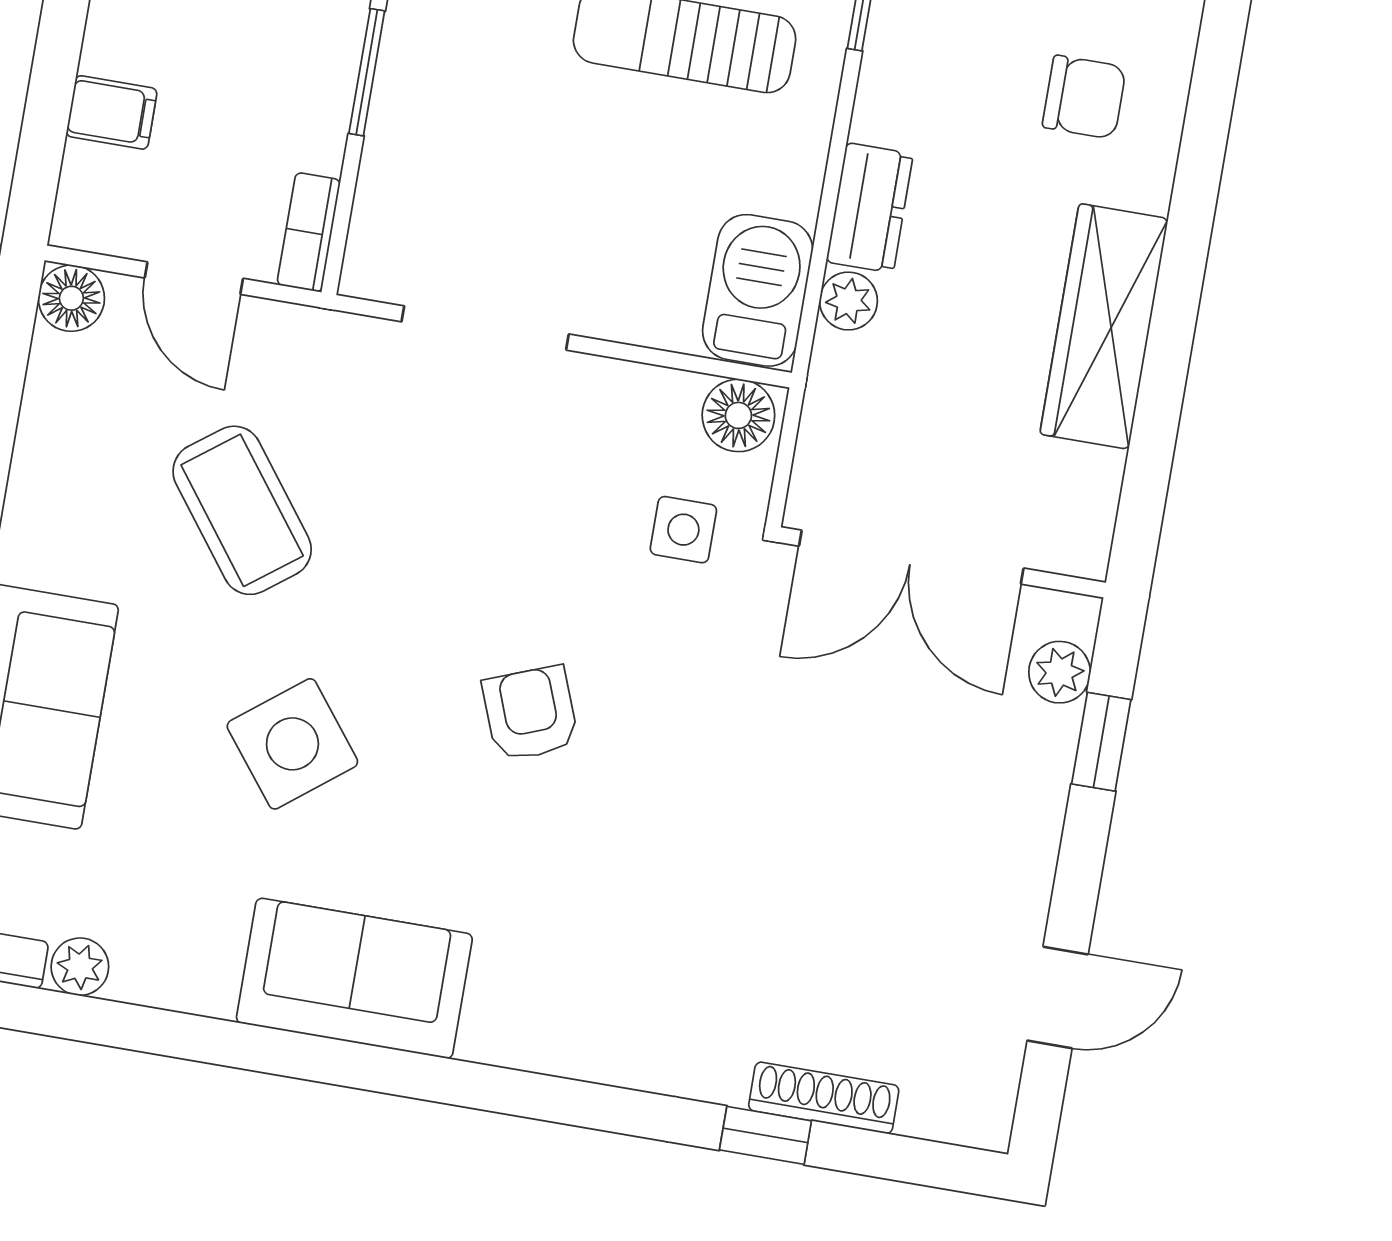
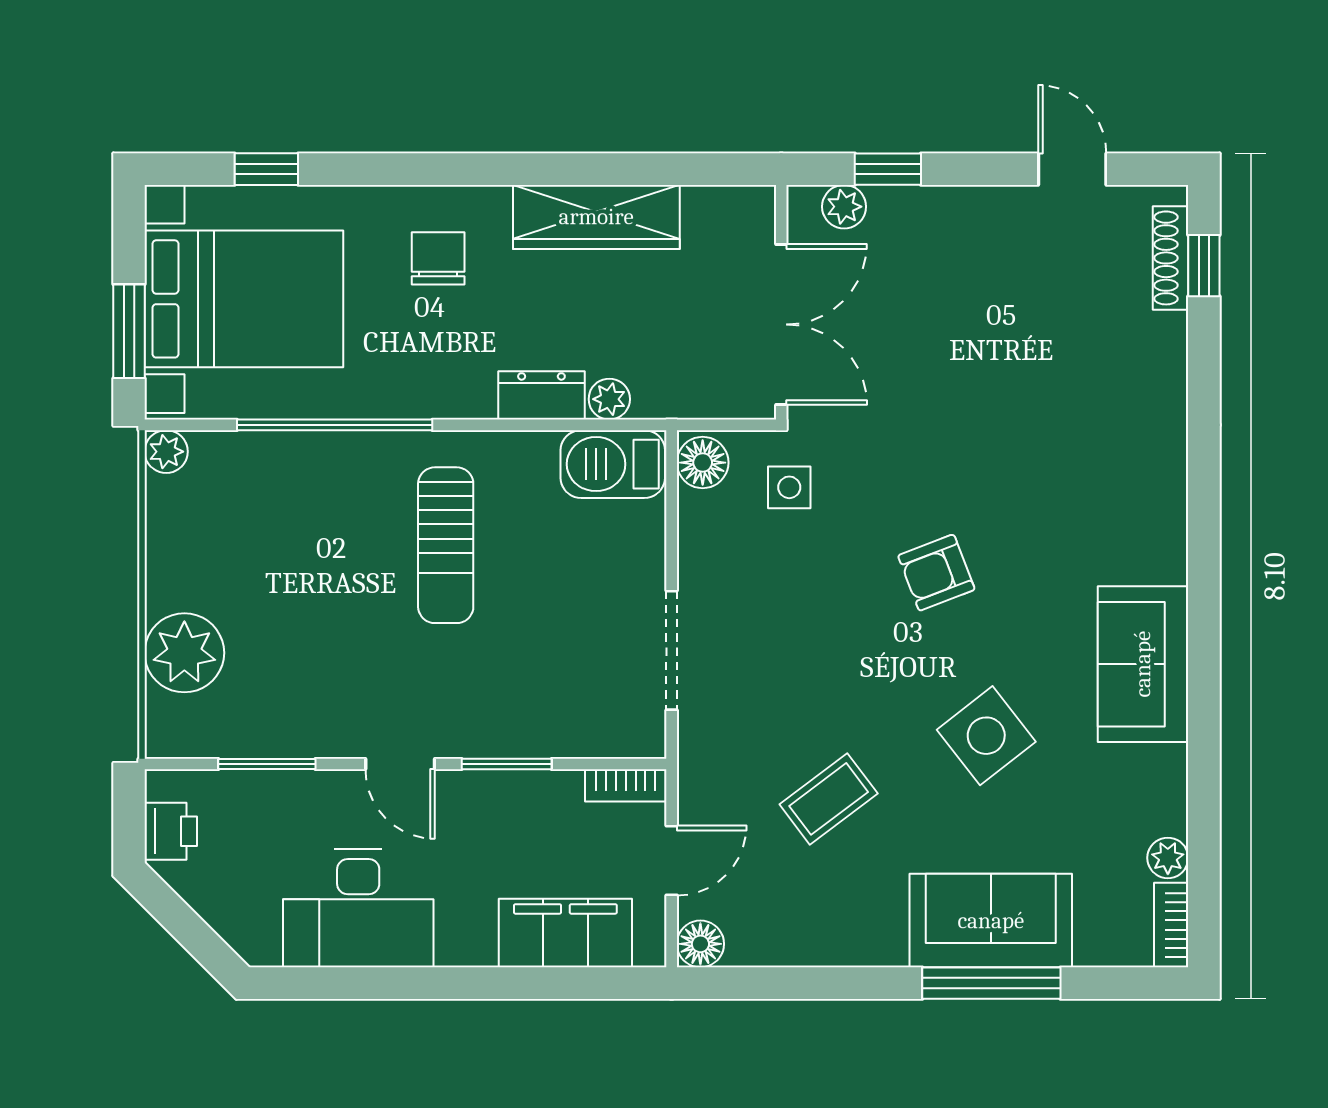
filing cabinet: (112, 112) -> (565, 933), width x3.00, depth x1.17
coffee table: (242, 510) -> (829, 799), width x0.73, depth x0.77
shoe rack: (824, 1098) -> (1171, 258), moved
window: (765, 1135) -> (1204, 266), moved

